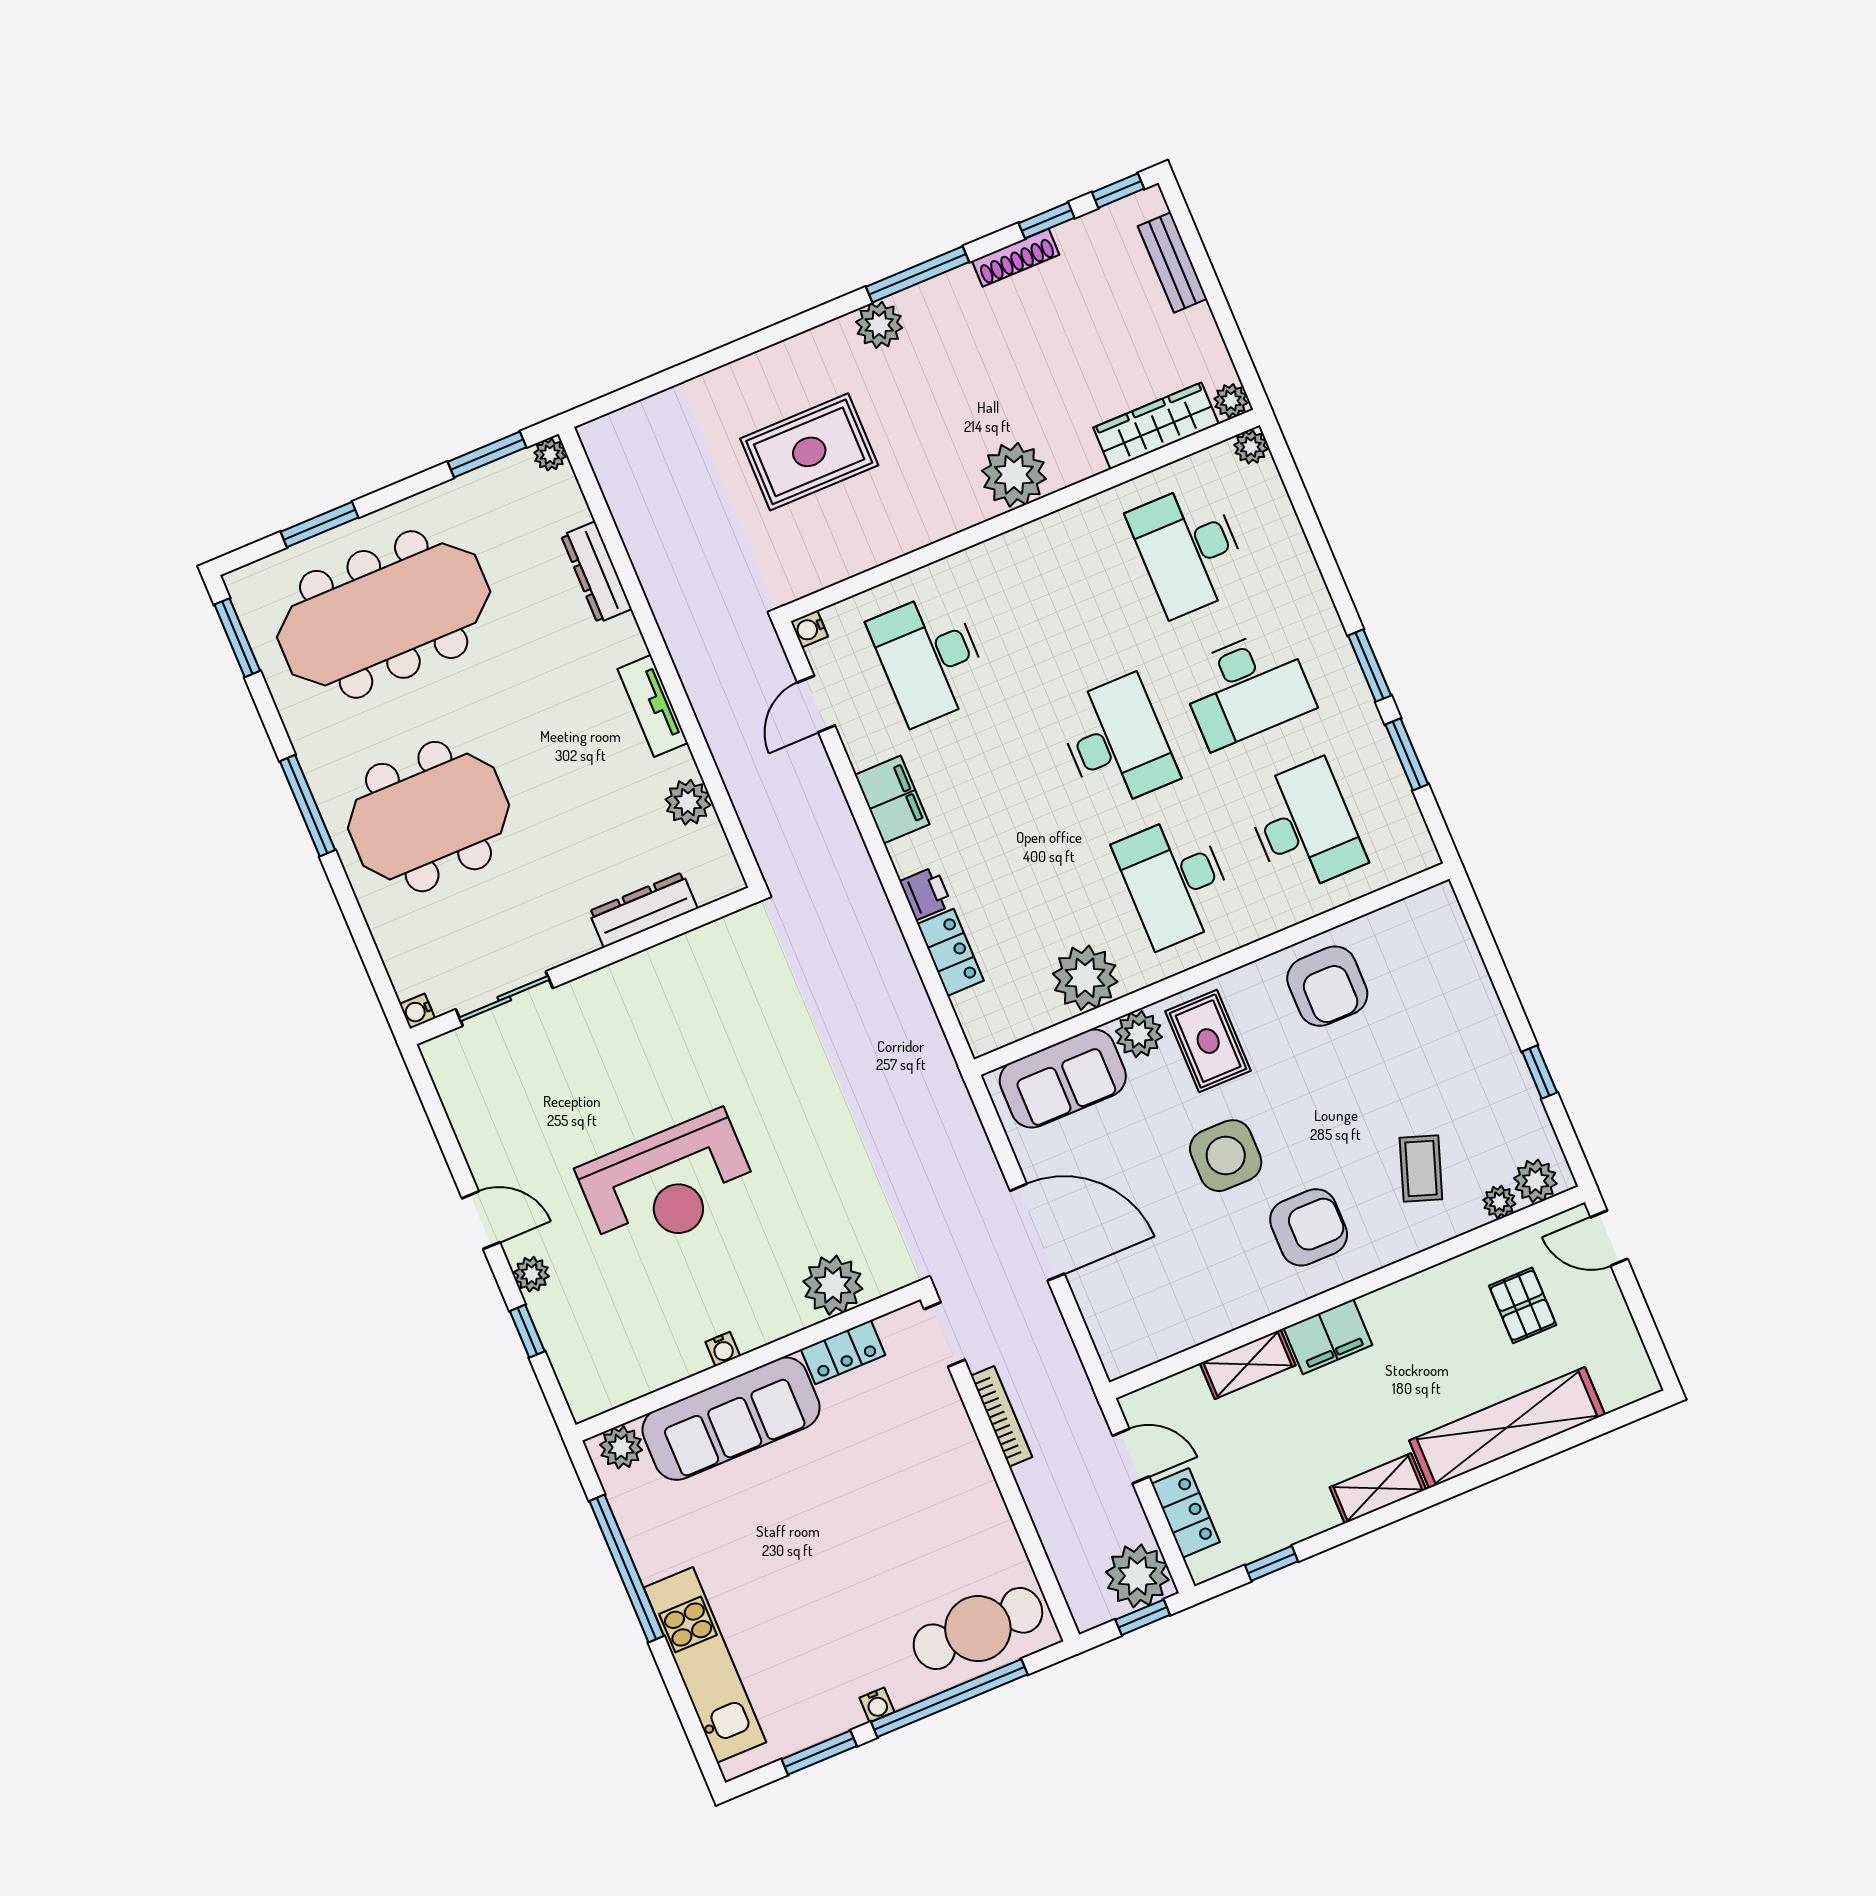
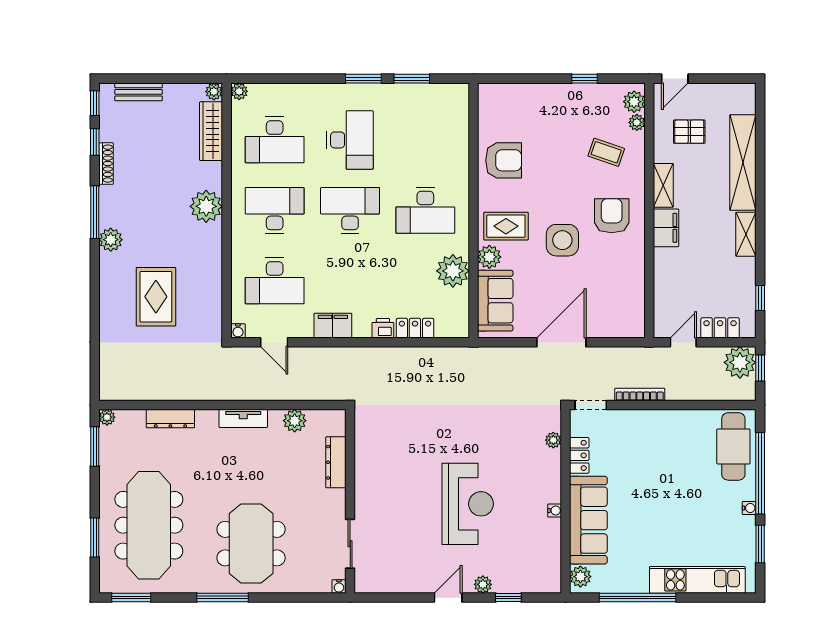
desk: (1304, 827) -> (275, 210), moved
plant: (833, 1285) -> (553, 440), width x0.53, depth x0.53
shelving: (1248, 1364) -> (663, 185), moved

